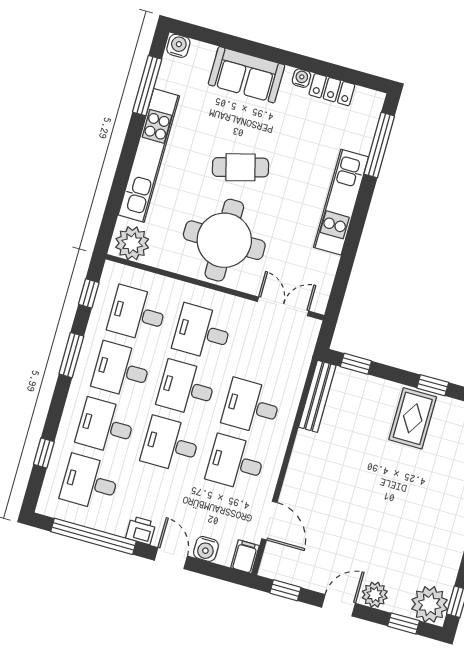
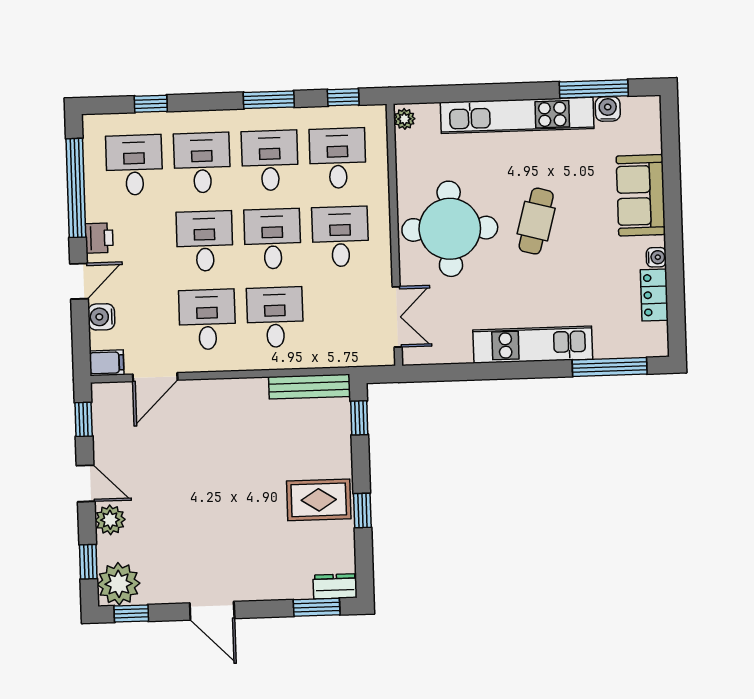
water cooler: (178, 46) -> (608, 109), moved, turned -90
cafe table: (240, 167) -> (536, 221), turned 30
plant: (132, 243) -> (404, 119), width x0.53, depth x0.53

